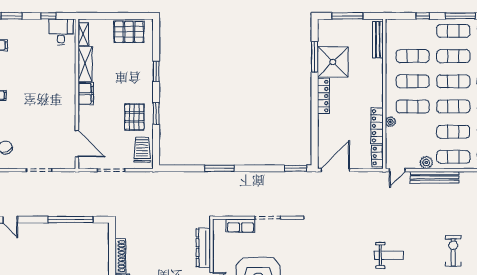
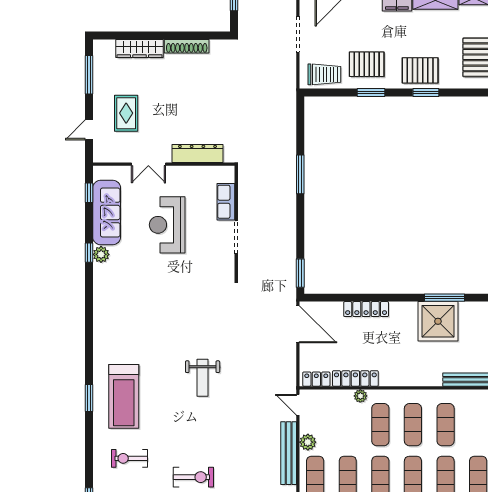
pallet: (139, 76) -> (420, 70), added
locker: (323, 96) -> (366, 309), moved
weight bench: (389, 255) -> (203, 378), moved

